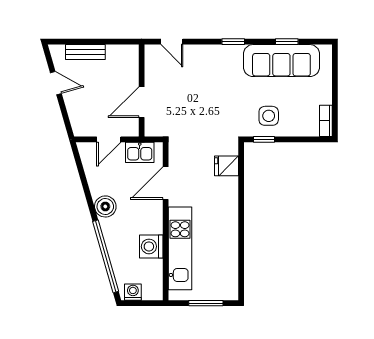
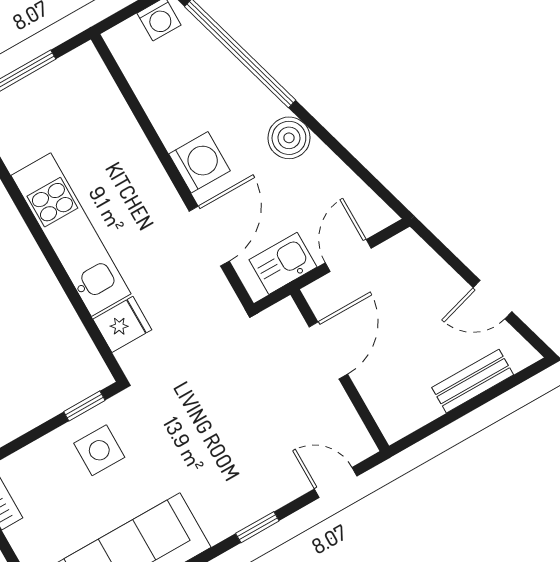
window: (233, 42) -> (257, 527), moved
washing machine: (151, 246) -> (200, 162), moved
kitchen unit: (180, 248) -> (71, 235), moved, turned 180

